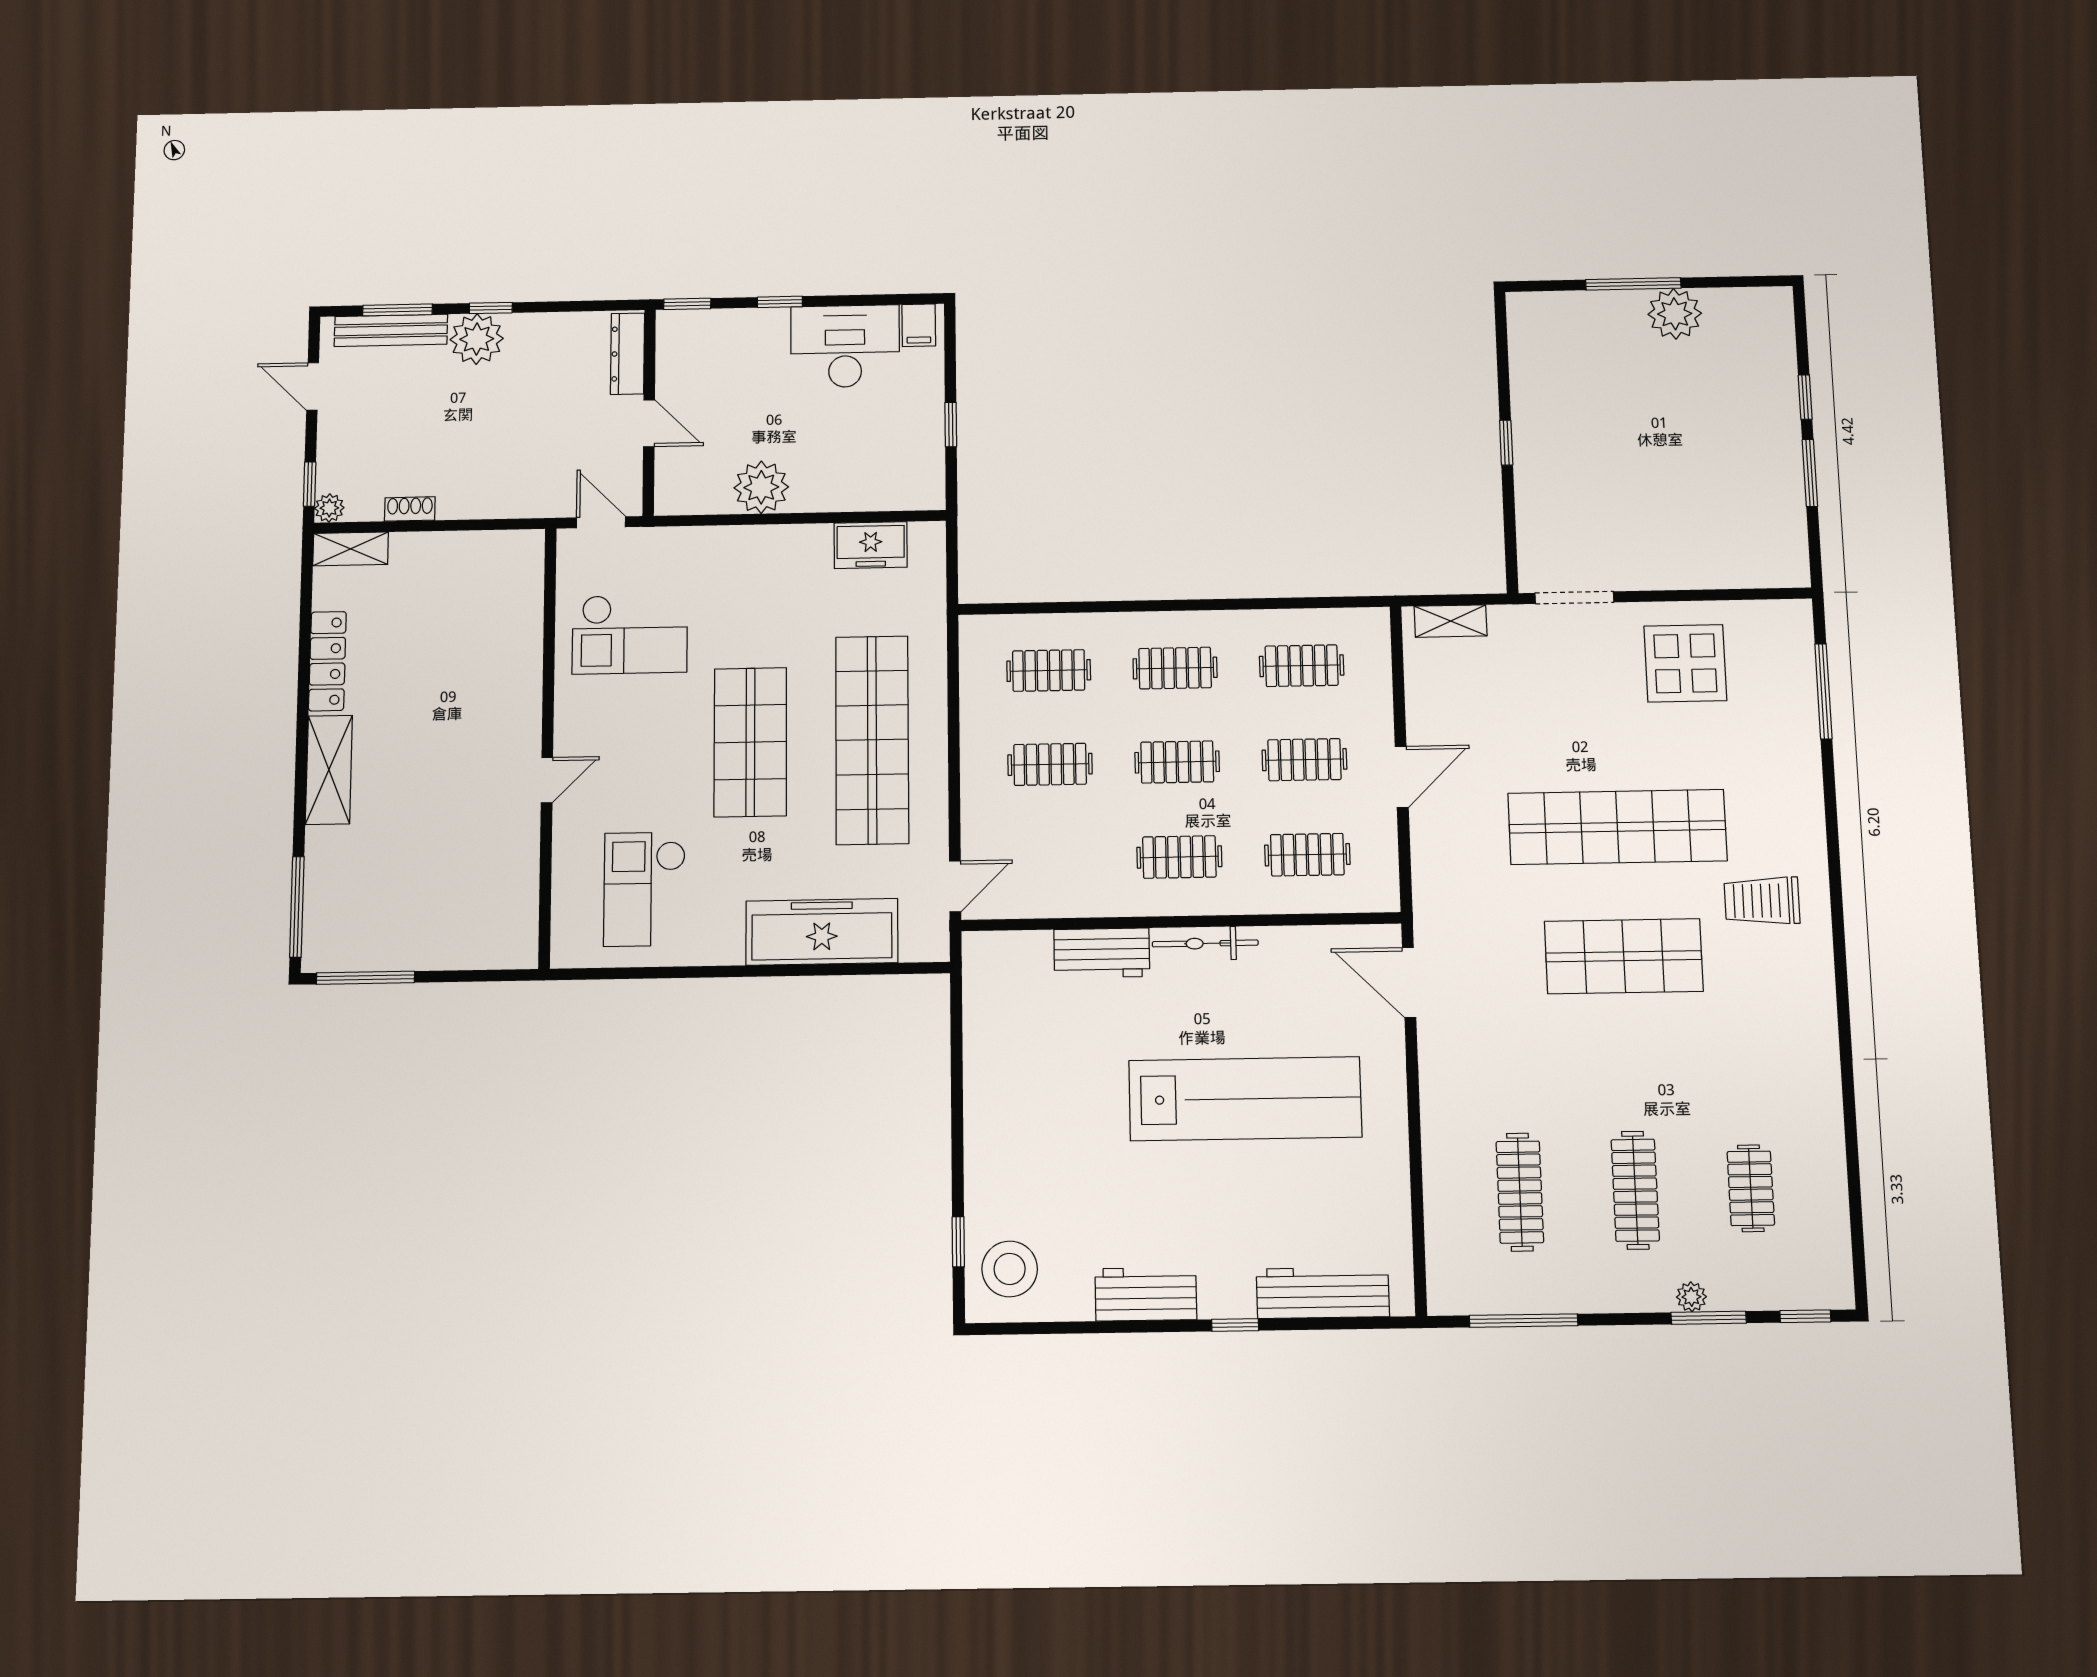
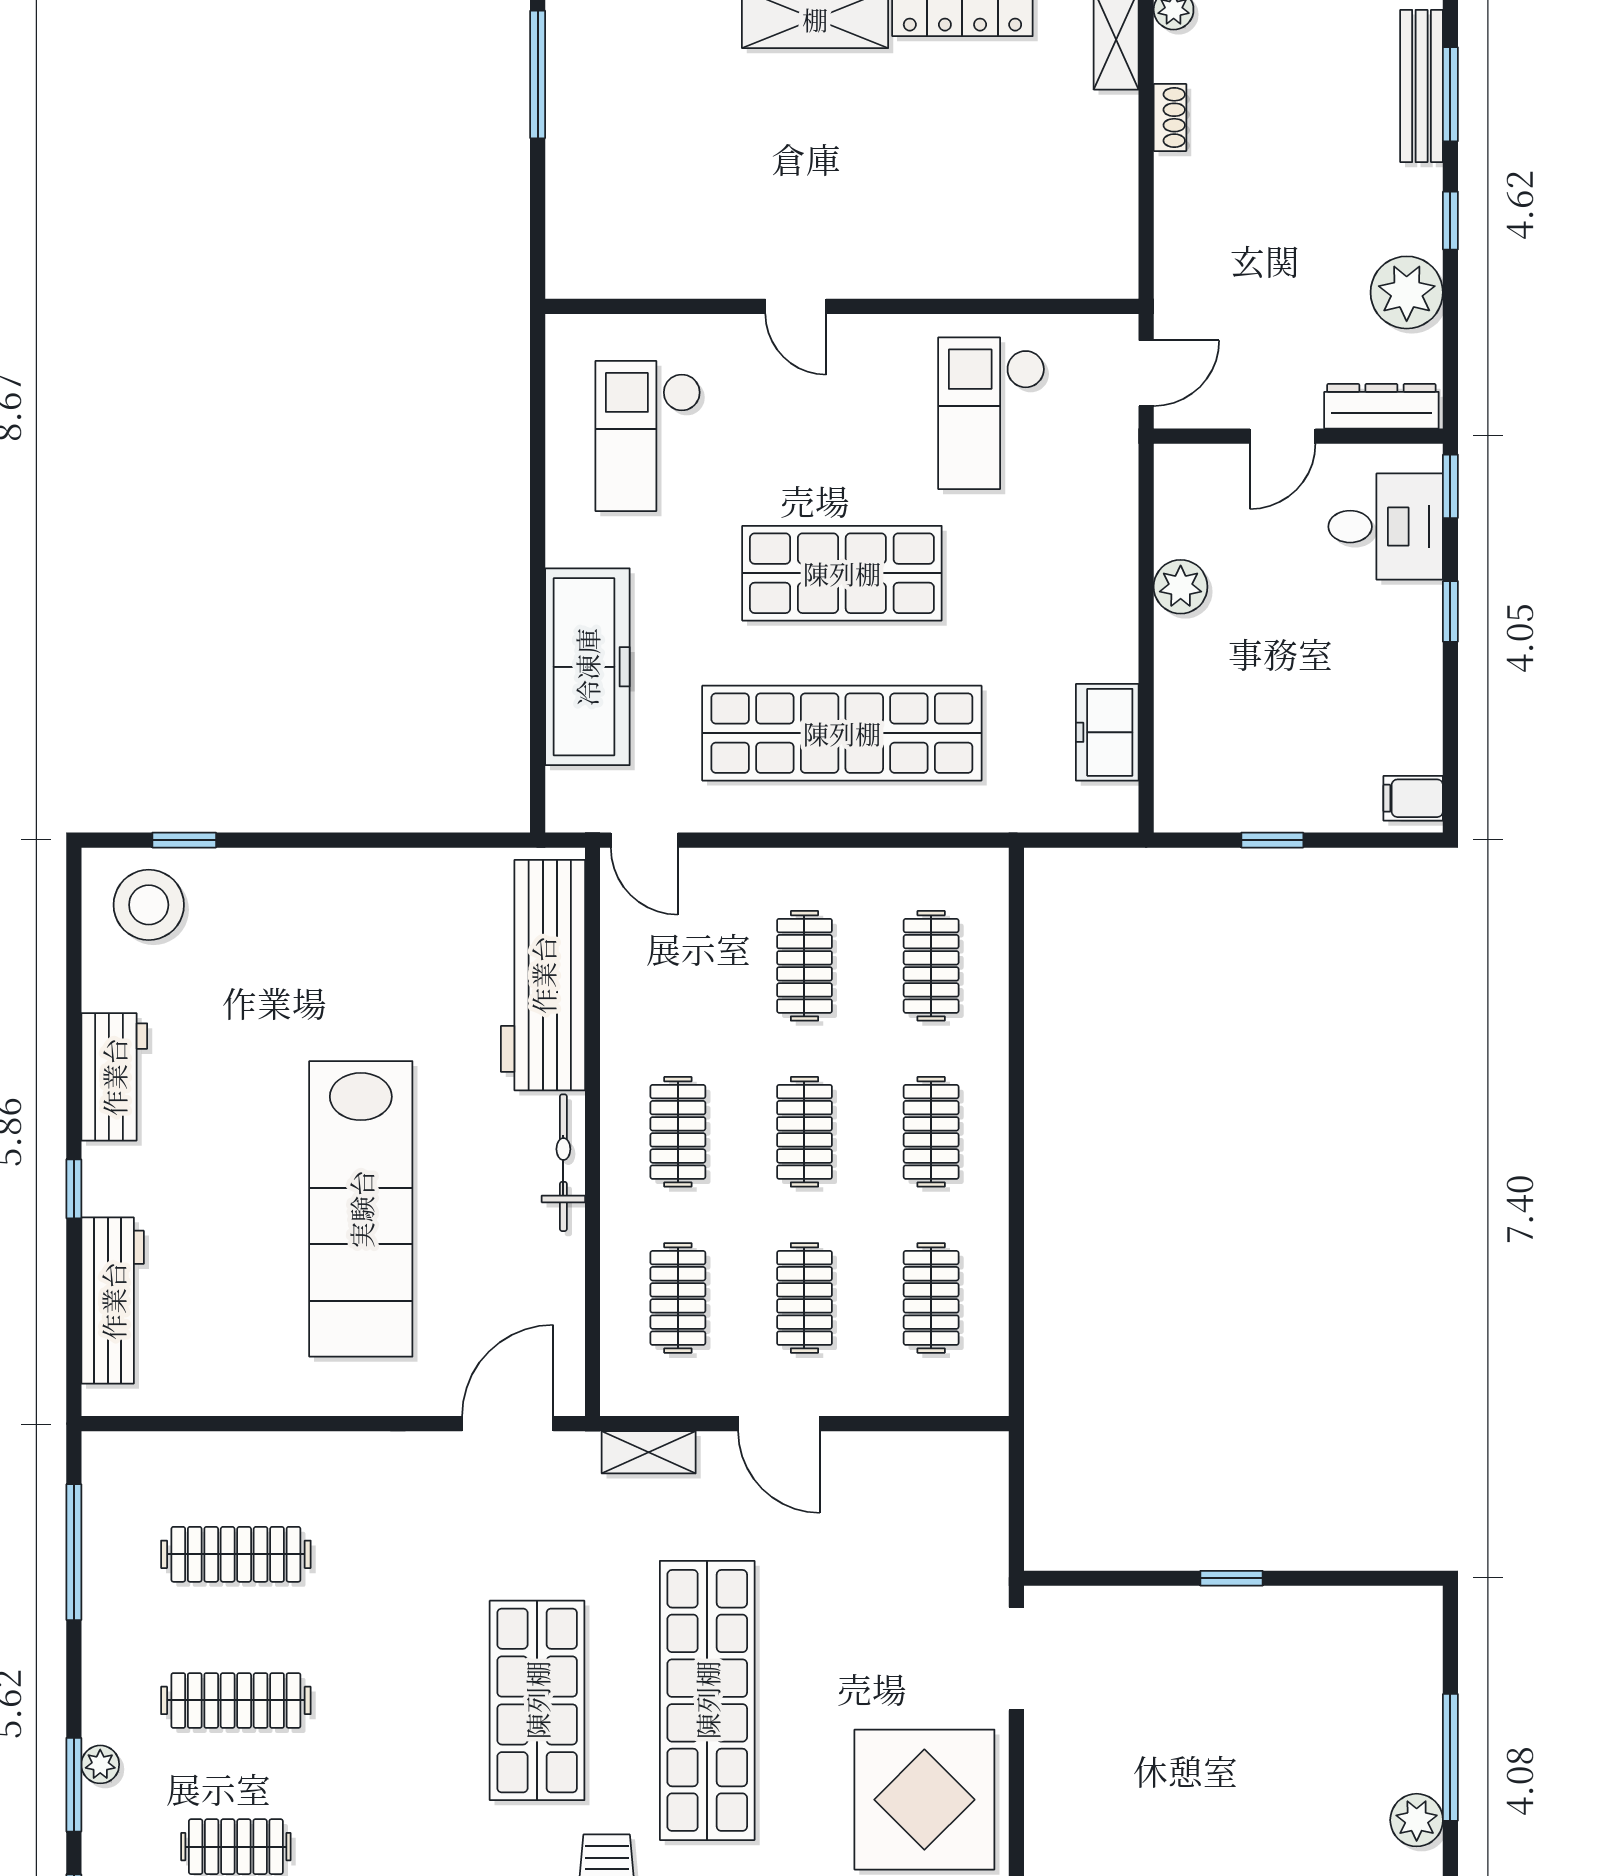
plant: (1675, 314) -> (1417, 1820), width x0.73, depth x0.73
plant: (477, 339) -> (1407, 292), moved
desk: (845, 346) -> (1386, 527), moved, width x0.73
plant: (761, 487) -> (1181, 587), width x0.73, depth x0.73
shelving: (1451, 621) -> (649, 1452), moved, turned 90
display table: (1685, 663) -> (924, 1800), width x1.36, depth x1.36
checkout: (645, 889) -> (648, 436), turned -90
workbench: (1102, 953) -> (543, 975), width x1.88, depth x1.32

